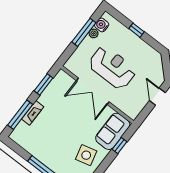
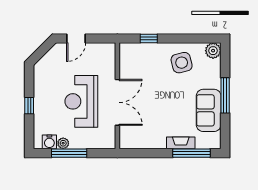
window: (44, 84) -> (146, 153), removed
sofa: (113, 131) -> (209, 110), moved, turned 90

